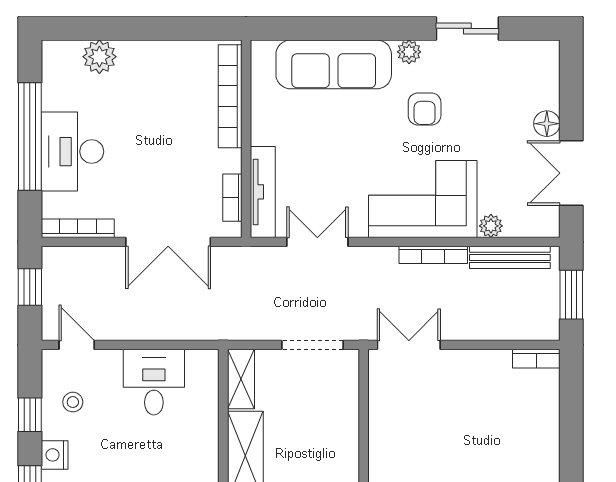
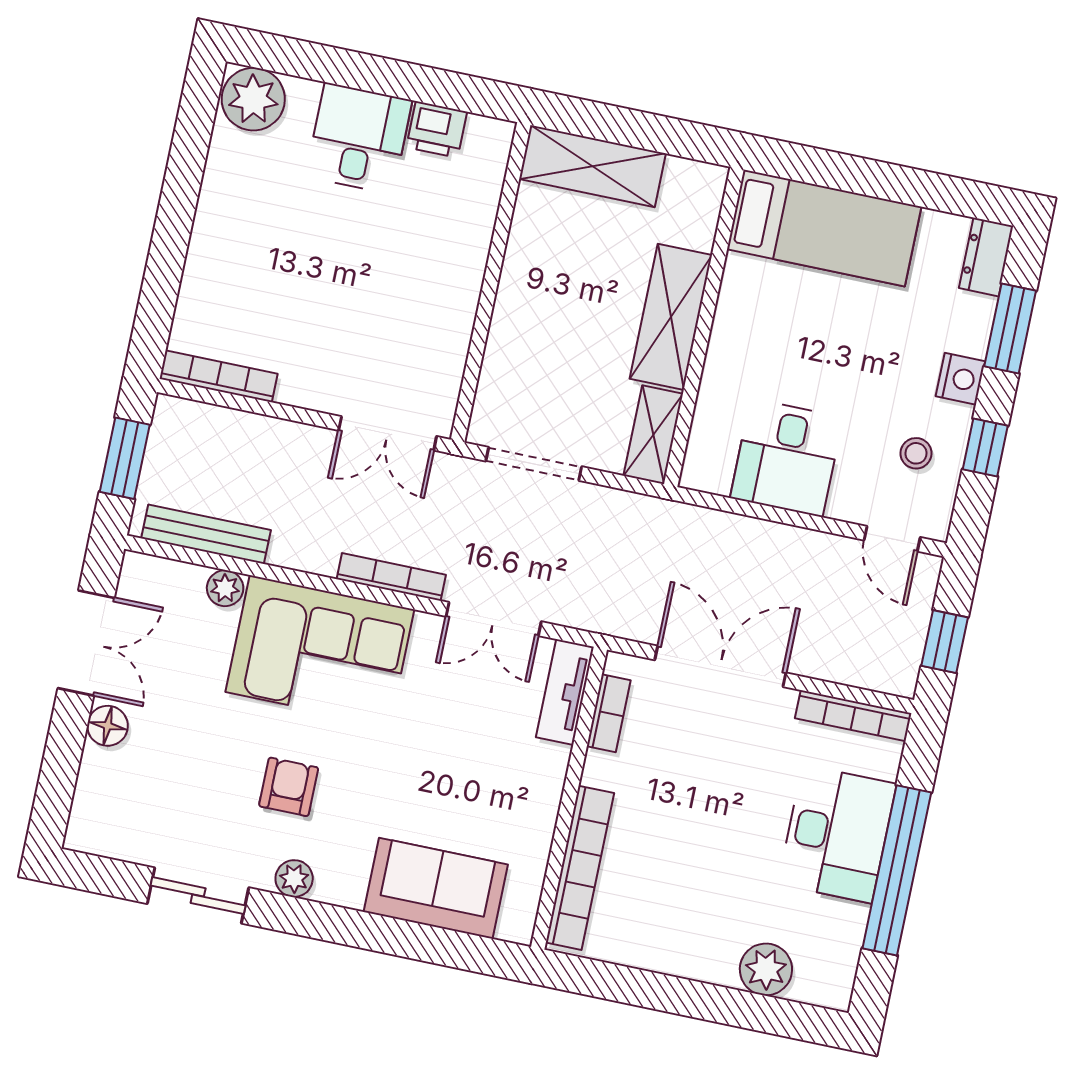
sofa: (334, 64) -> (436, 888), width x0.73
tv unit: (263, 192) -> (565, 692), width x0.71
bookcase: (433, 255) -> (391, 577), moved
bookcase: (536, 359) -> (219, 376), width x1.56

